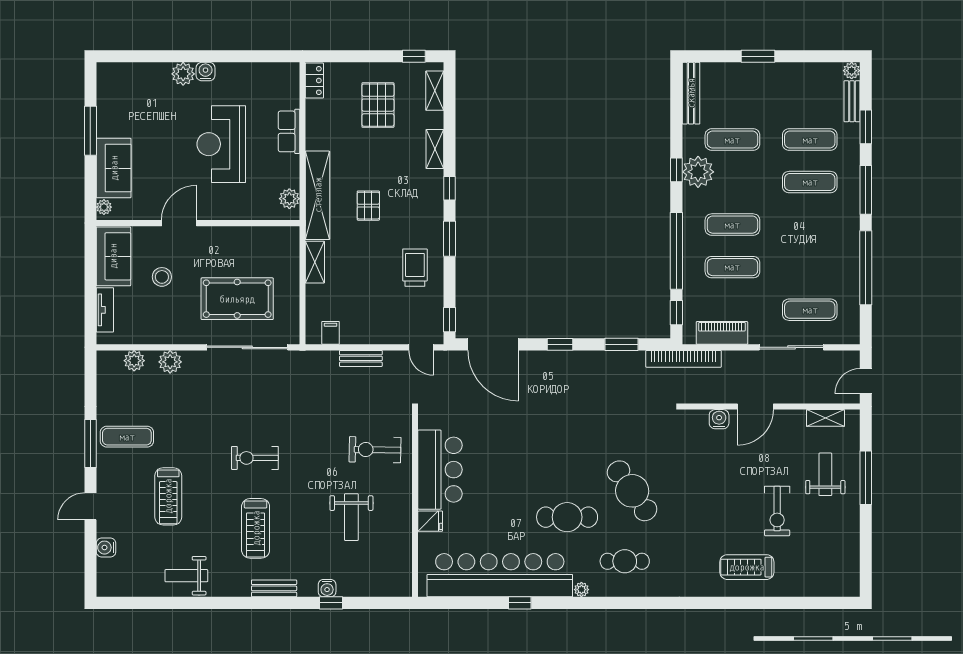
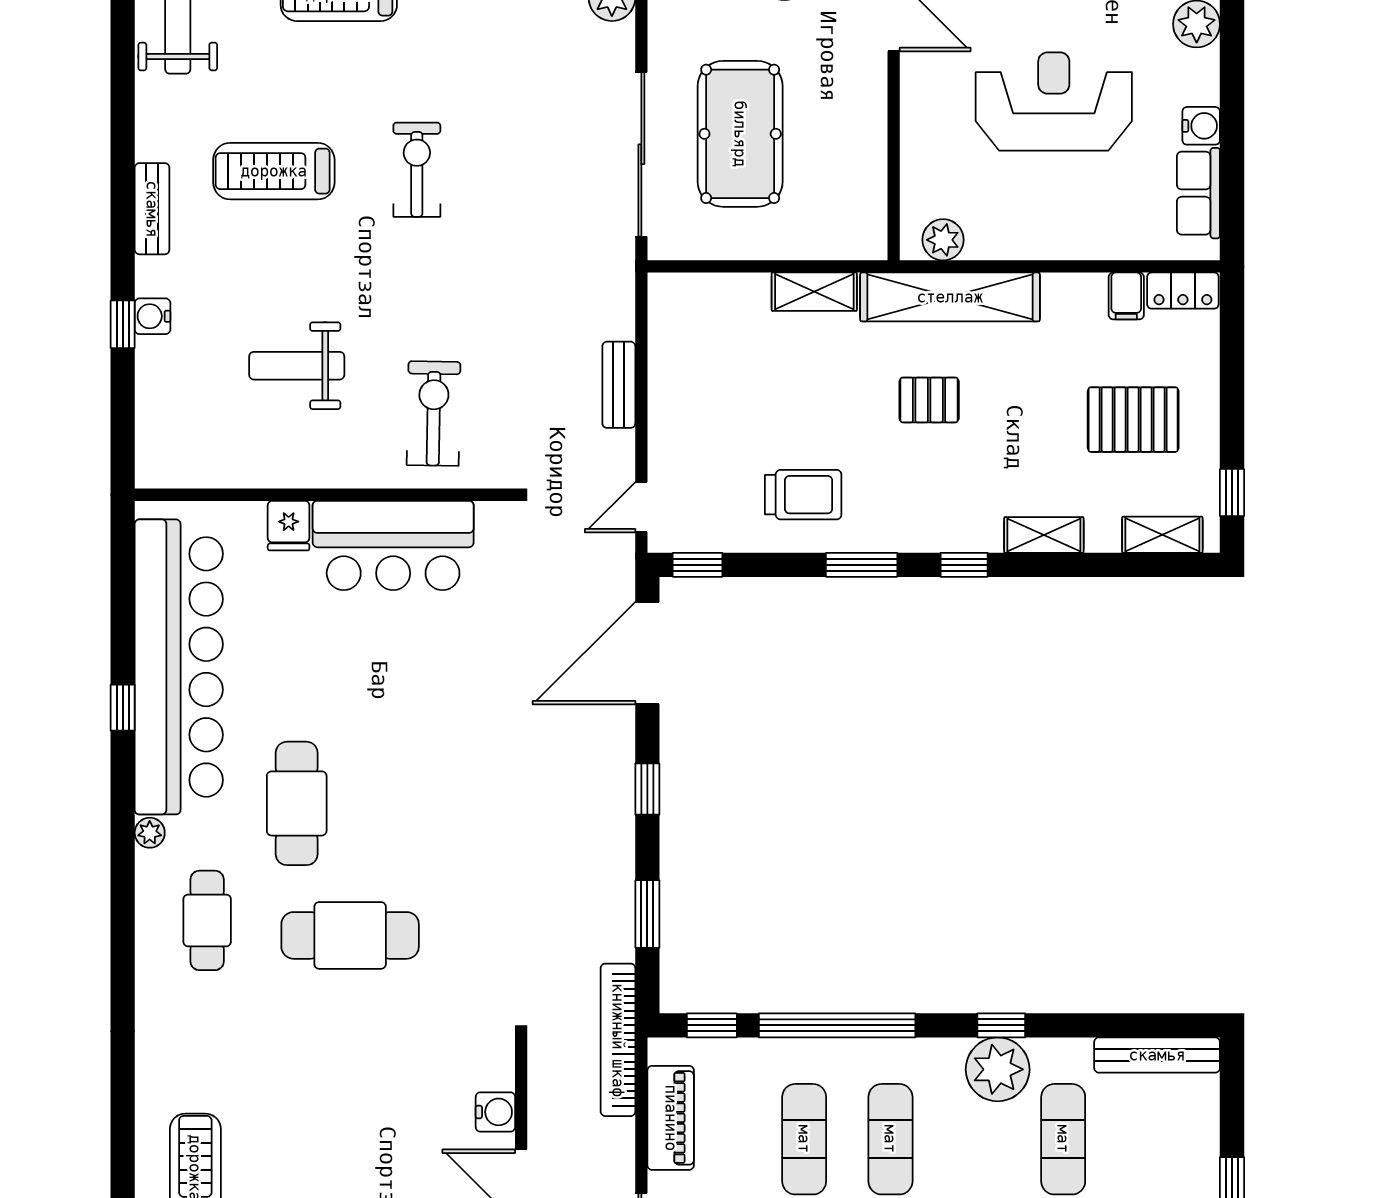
water cooler: (206, 72) -> (1201, 126), moved
row of seats: (289, 131) -> (1198, 193), moved, turned -90
filing cabinet: (331, 333) -> (1126, 296), moved, turned 90
cafe table: (632, 491) -> (350, 935), turned 35

